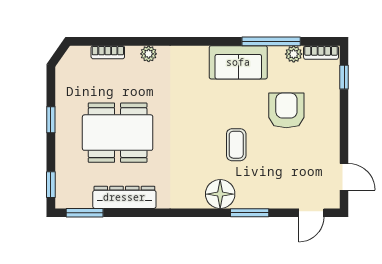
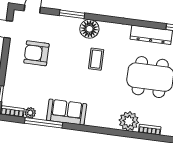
plant: (149, 54) -> (129, 121), width x1.88, depth x1.88
armchair: (286, 110) -> (36, 53), moved, turned 90
coffee table: (236, 145) -> (96, 59), moved

